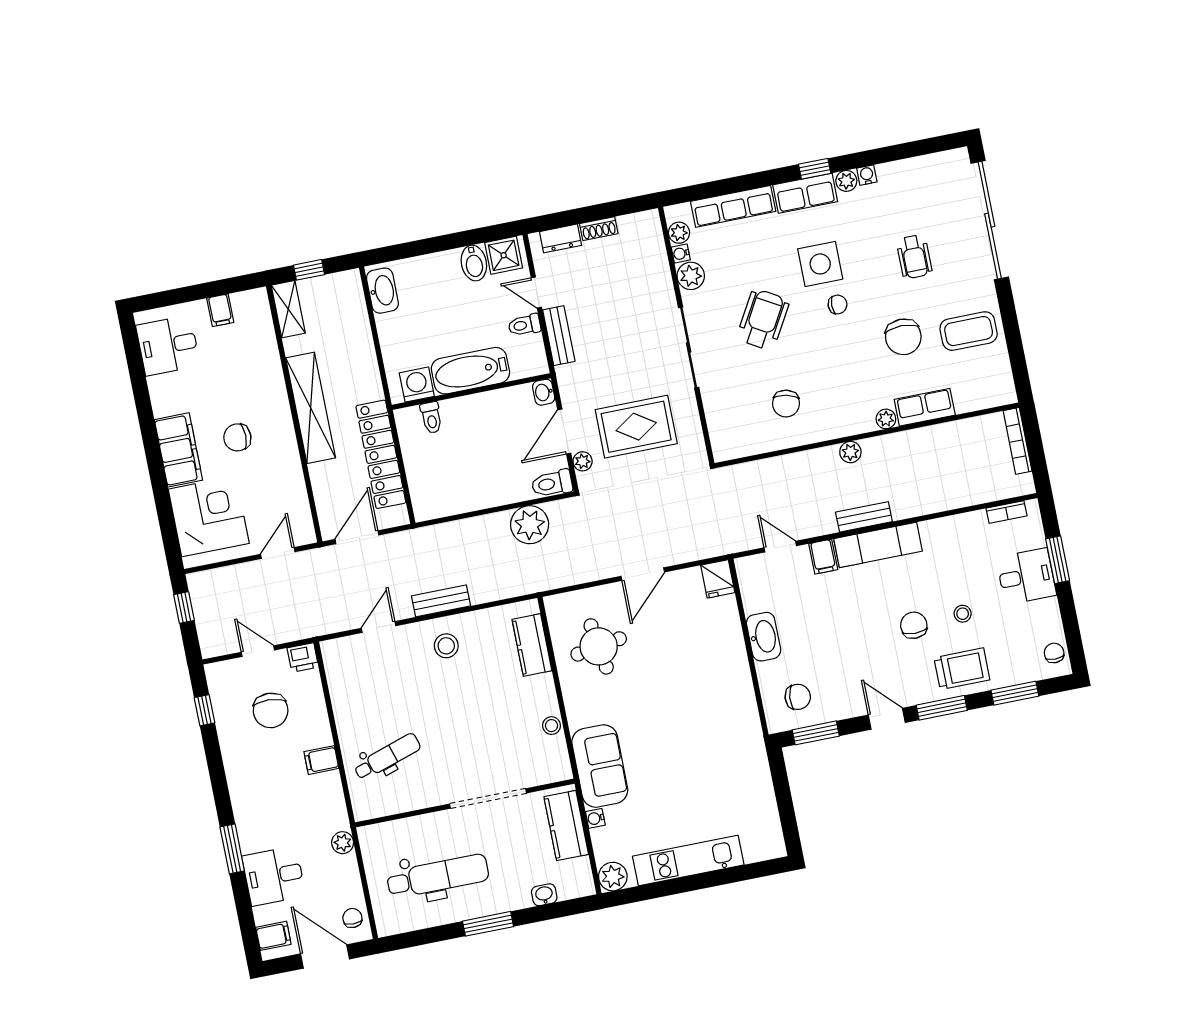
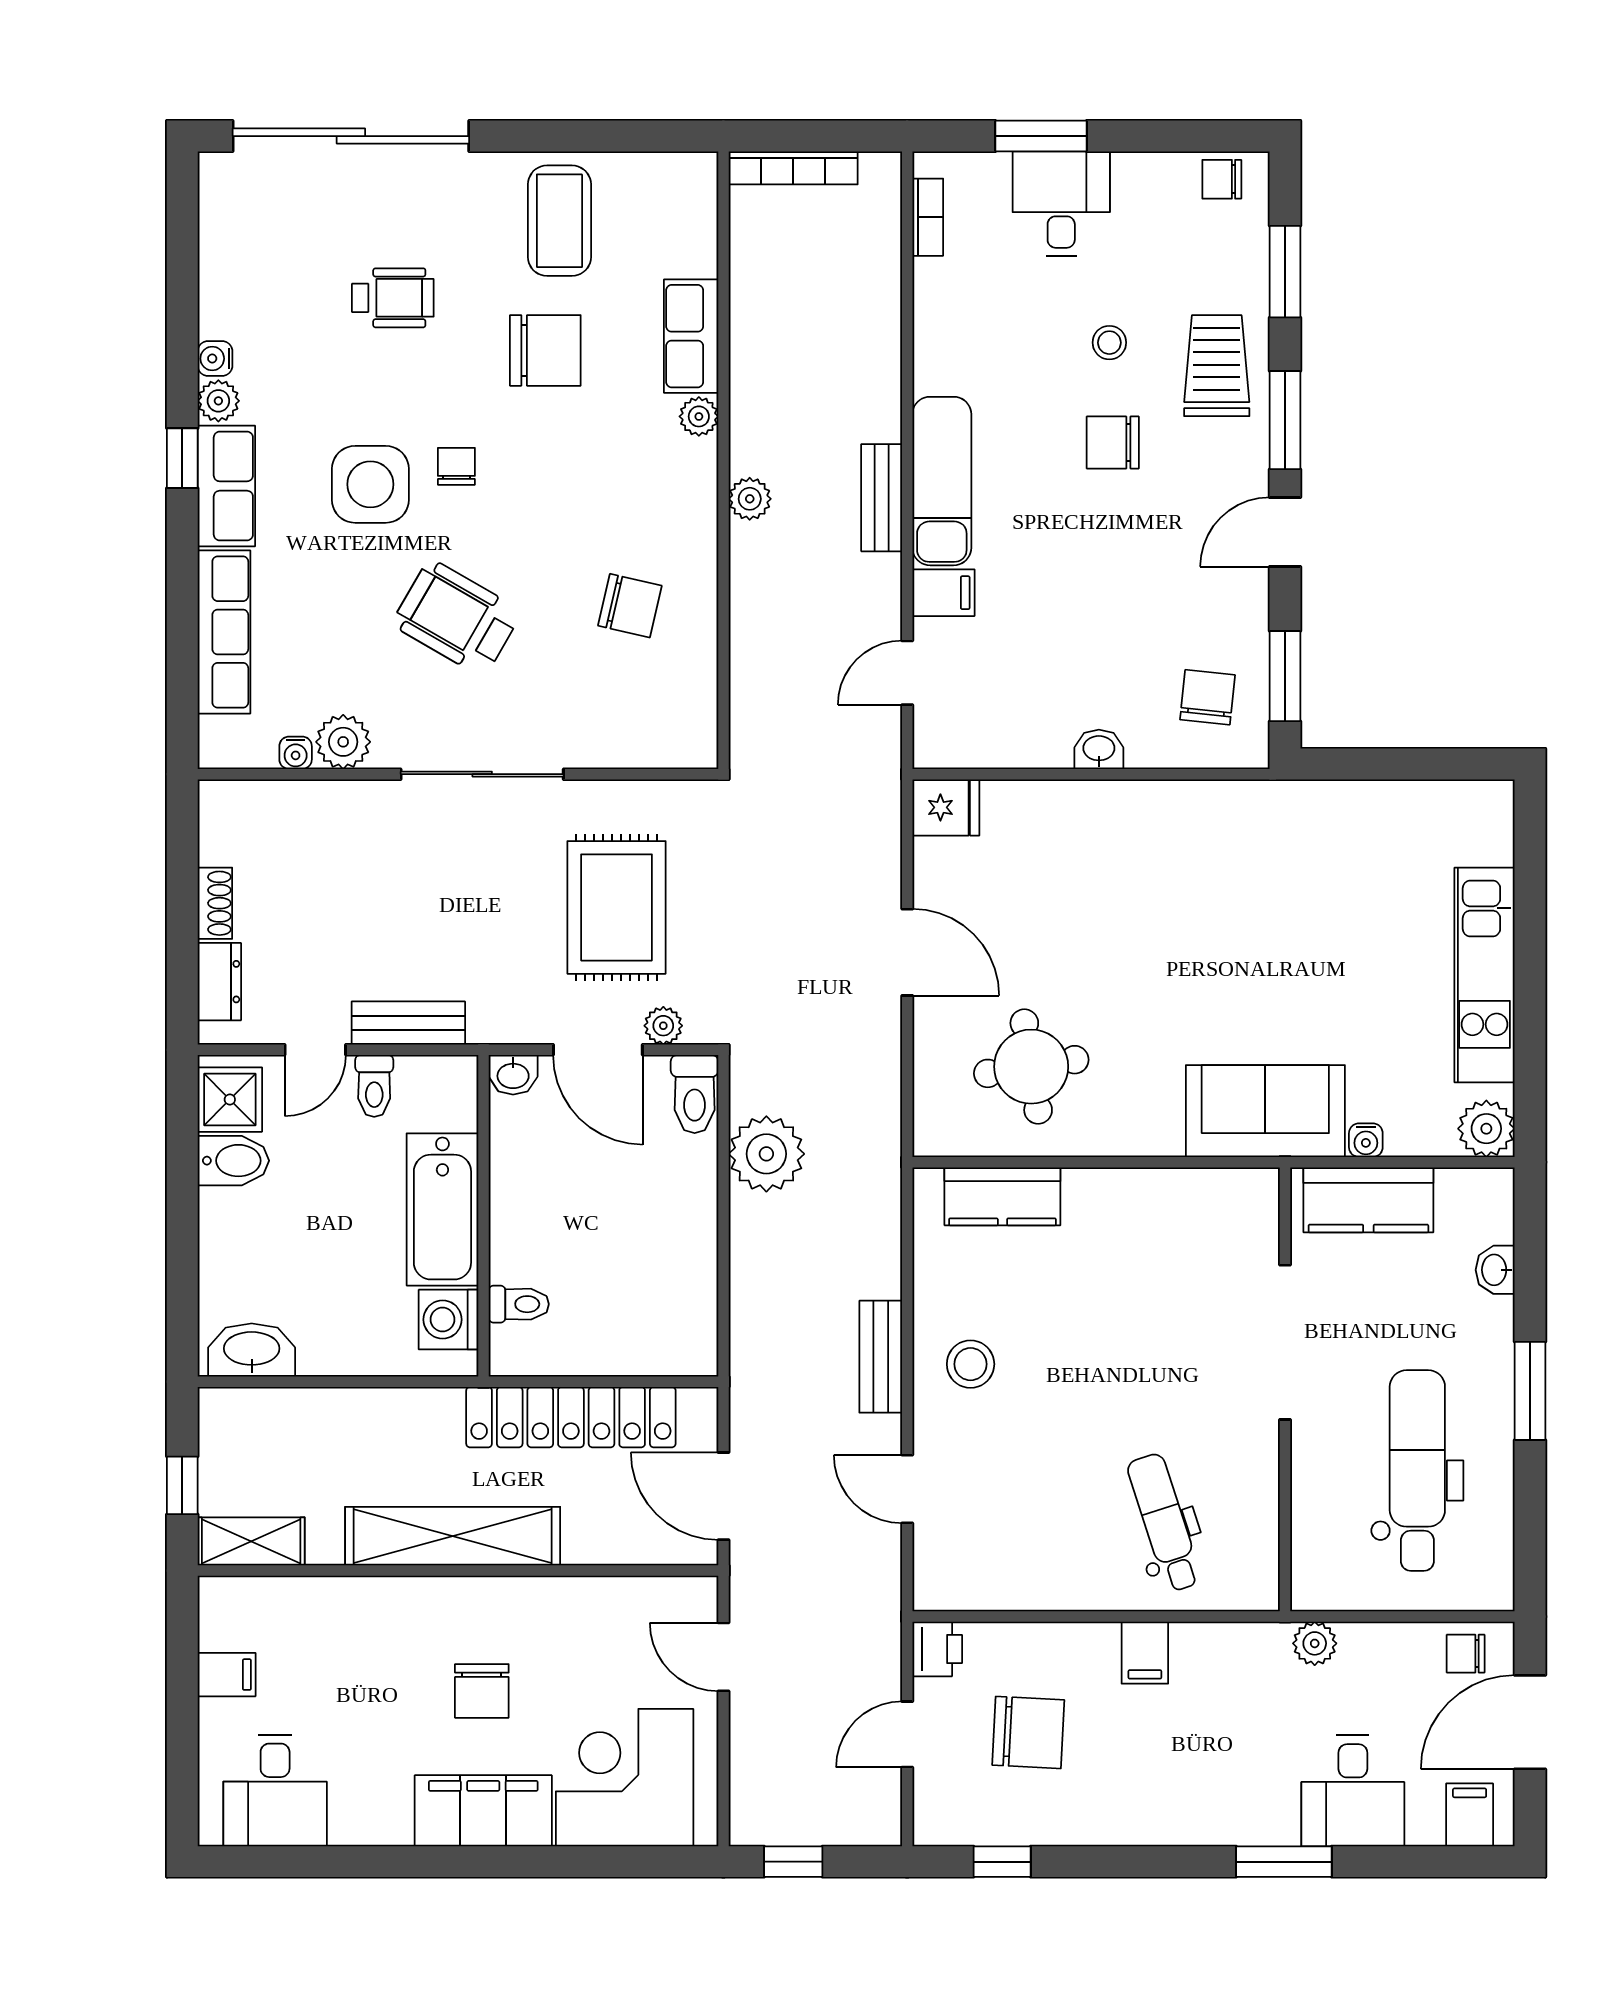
plant: (679, 233) -> (254, 748), removed
washbasin: (764, 637) -> (1099, 749), width x0.52, depth x0.69
stool: (551, 726) -> (1167, 1190), removed

